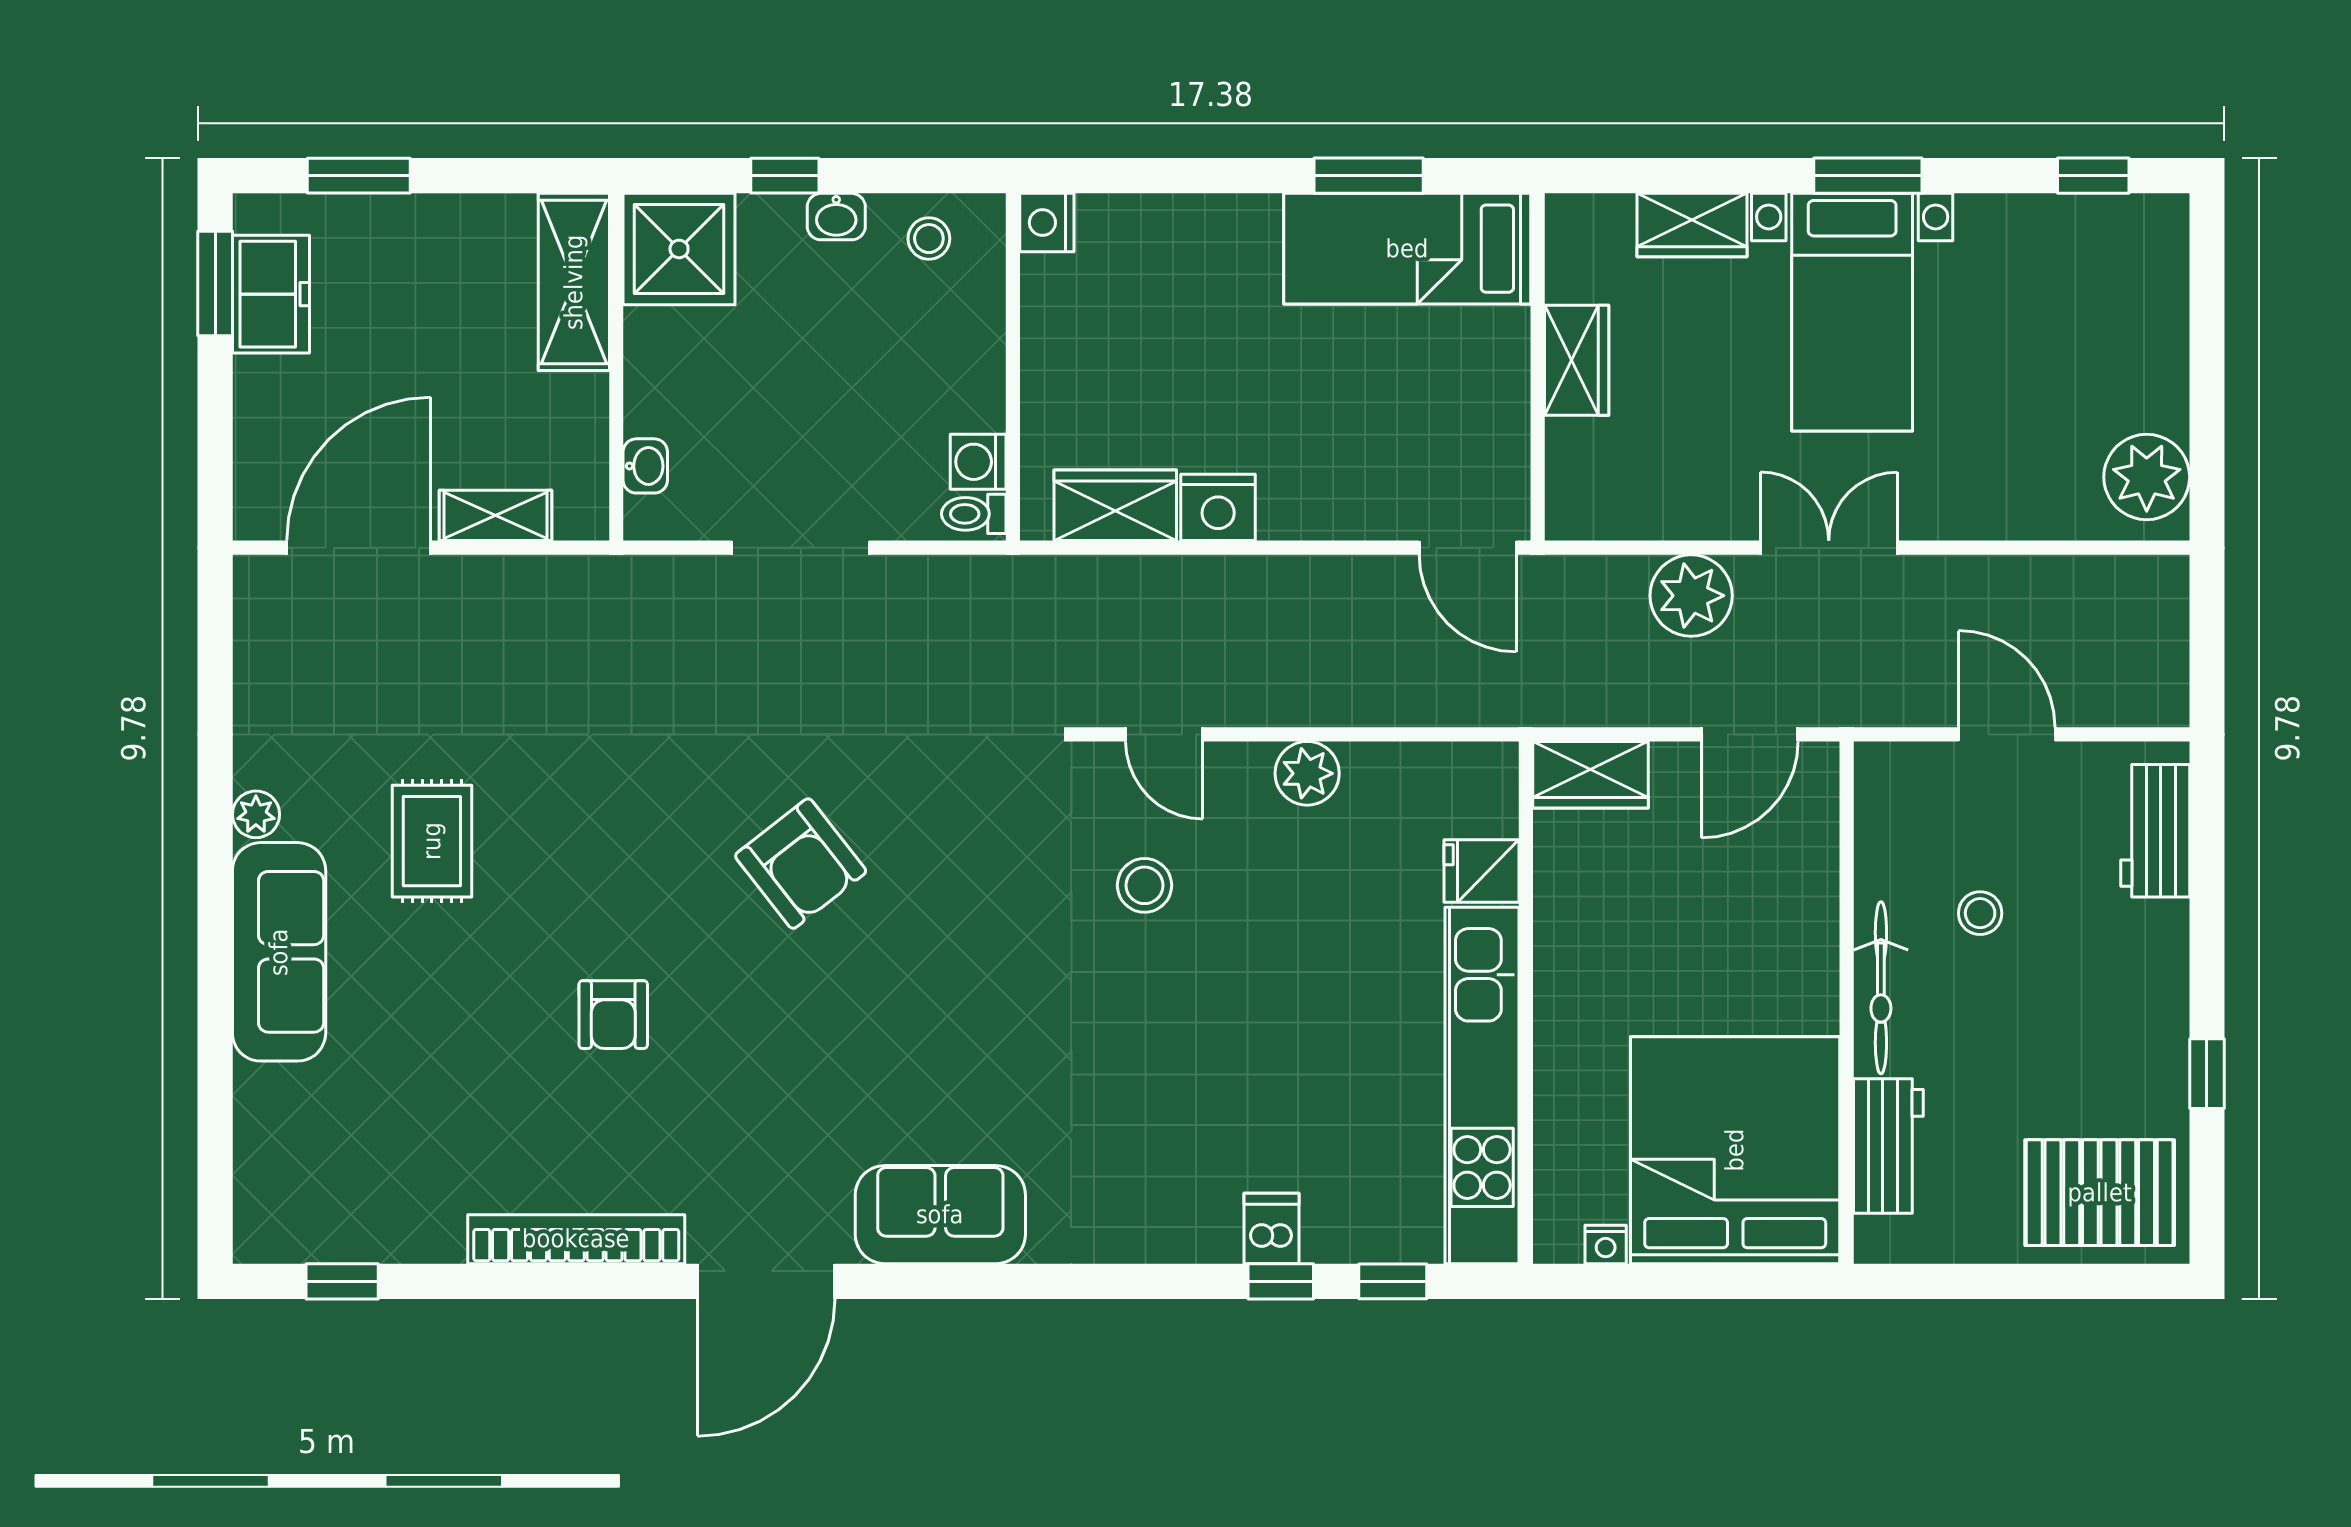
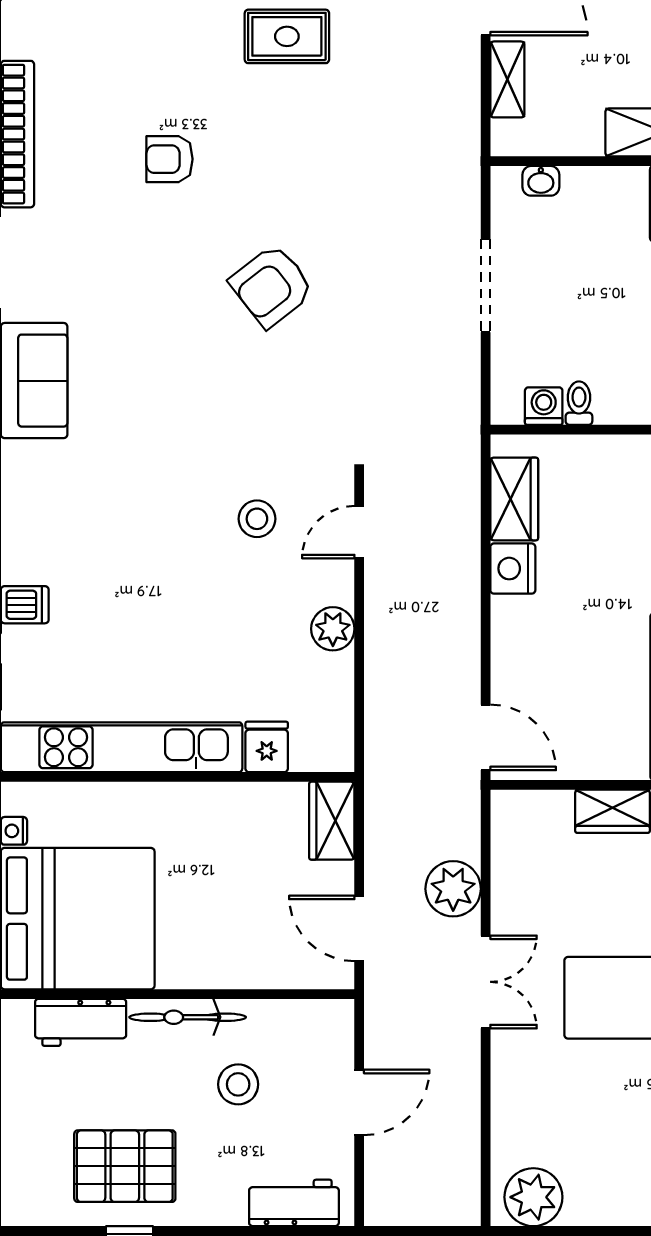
toilet: (974, 514) -> (579, 403), moved
door: (1468, 548) -> (486, 737), swing flipped
stool: (1980, 913) -> (238, 1084), width x1.37, depth x1.37
pallet: (2100, 1193) -> (125, 1166), moved, turned 90

